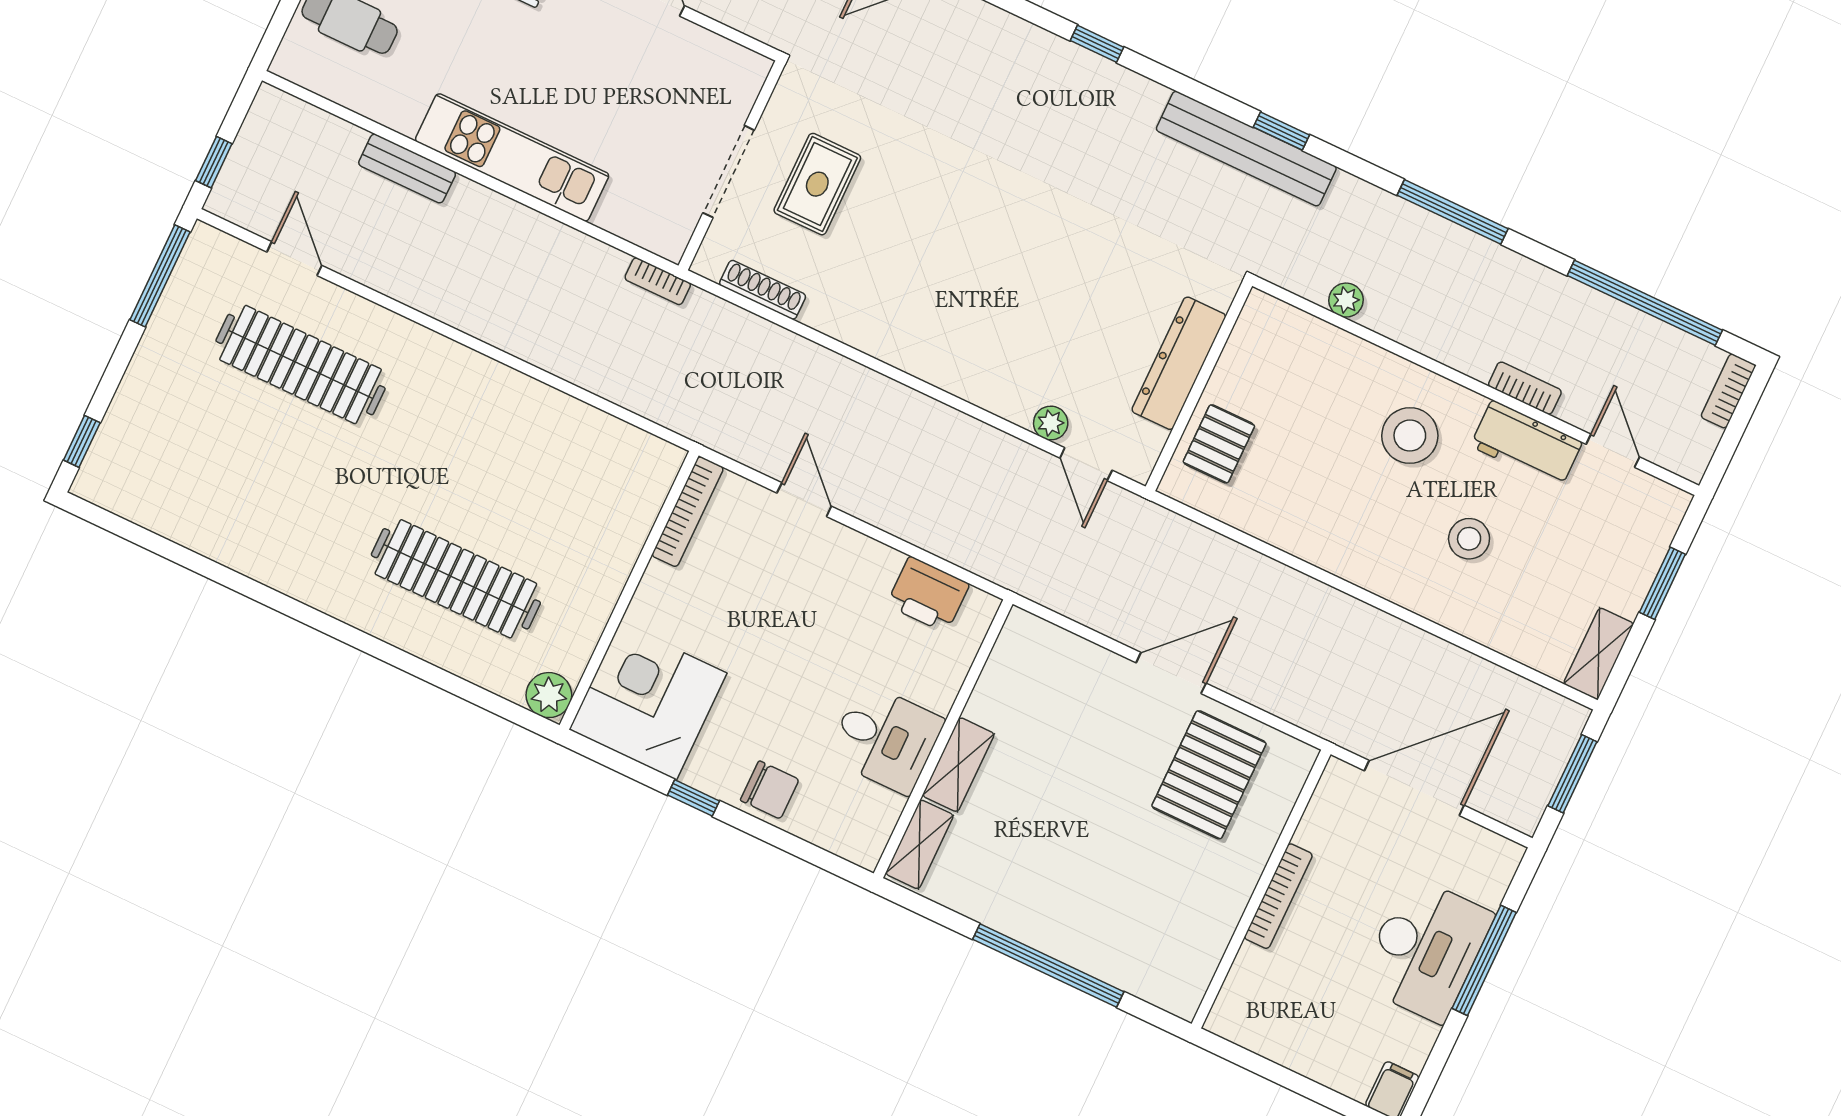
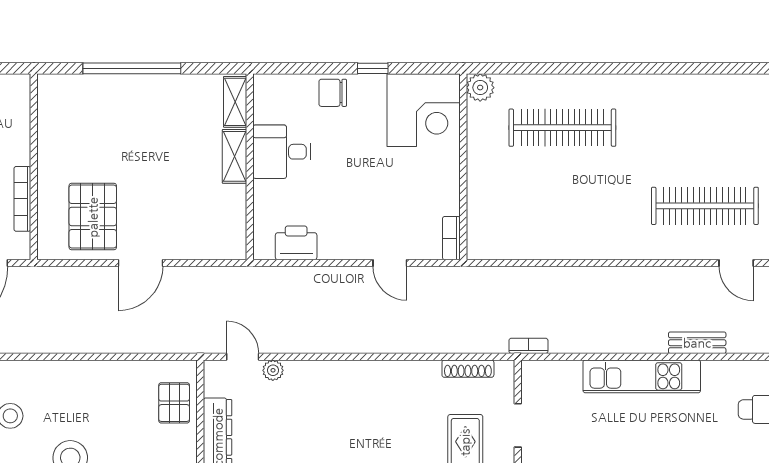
doorway: (729, 172) -> (518, 425), width x0.73
bookcase: (688, 512) -> (451, 238), width x0.64
bookcase: (1278, 896) -> (22, 199), moved

